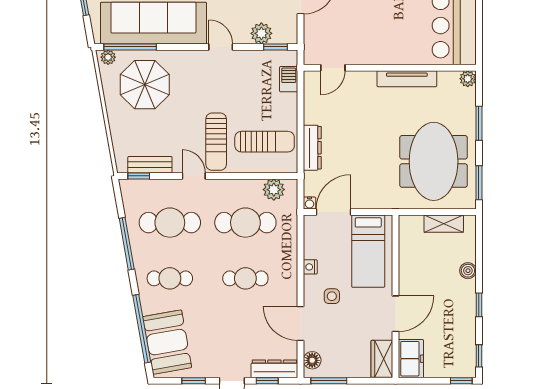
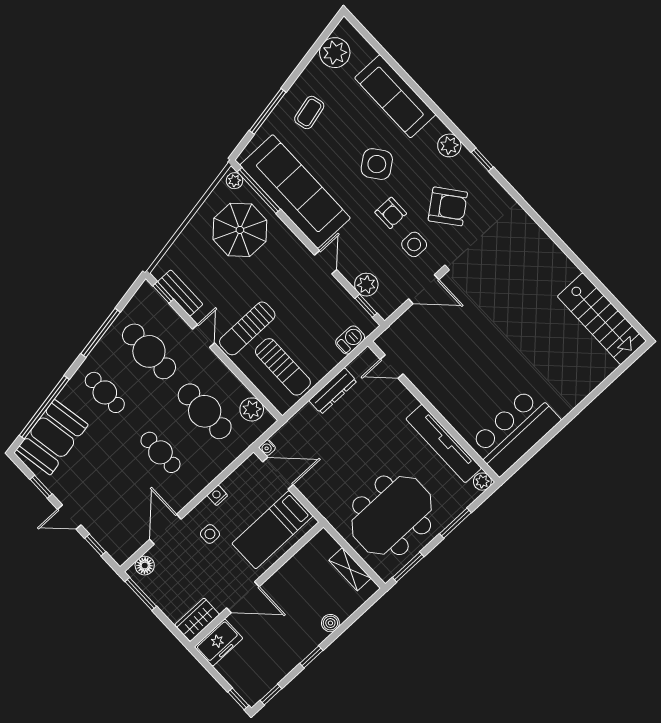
tv unit: (407, 79) -> (444, 443), width x1.36, depth x1.29
dresser: (312, 148) -> (333, 391), moved
dresser: (274, 369) -> (110, 542), removed

